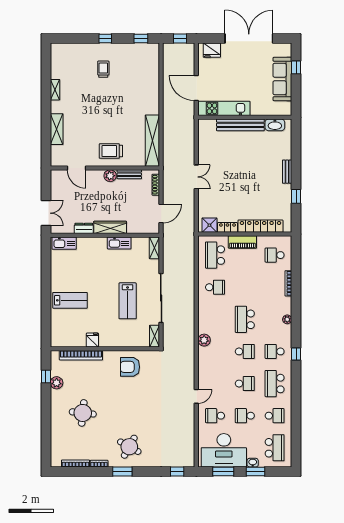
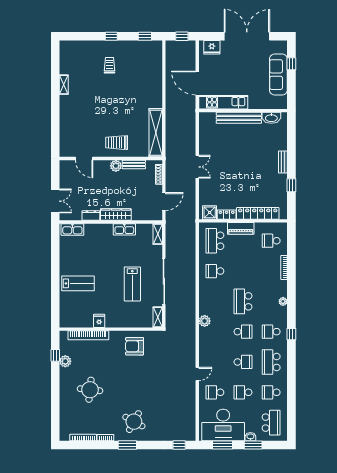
shelving: (57, 129) -> (65, 122), removed
school desk: (215, 287) -> (215, 271), turned 180
school desk: (275, 416) -> (271, 392), turned 180

